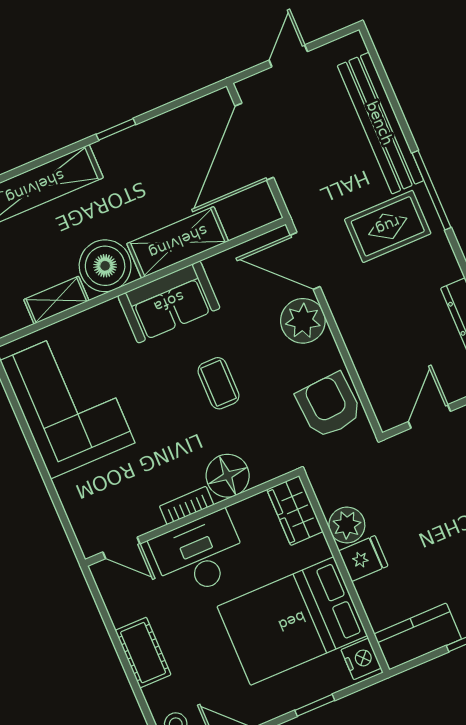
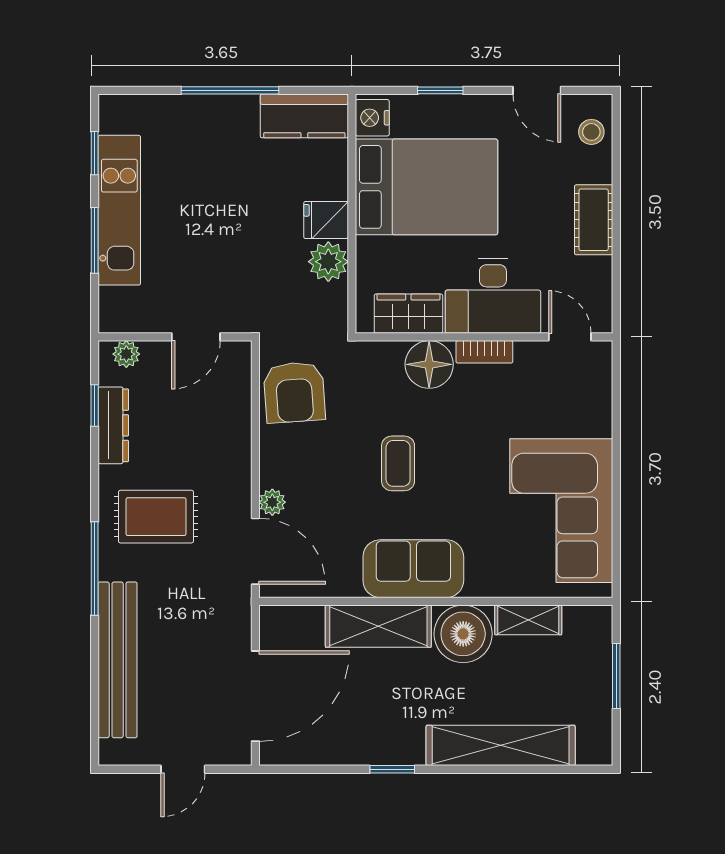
rug: (388, 226) -> (156, 517), moved
plant: (303, 321) -> (272, 502), width x0.53, depth x0.53
wardrobe: (295, 510) -> (408, 314), moved, turned -90

